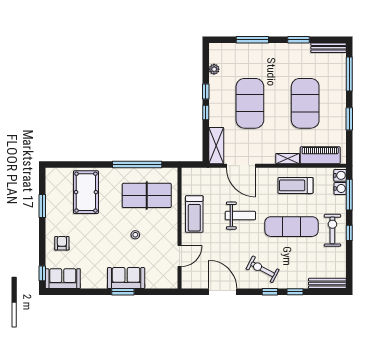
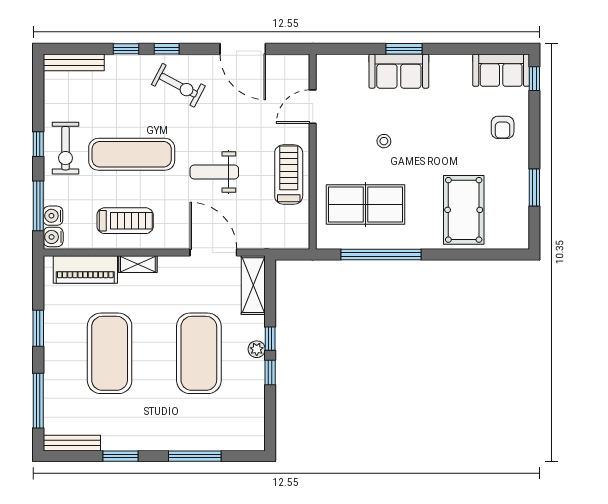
plant: (214, 69) -> (257, 349), moved

